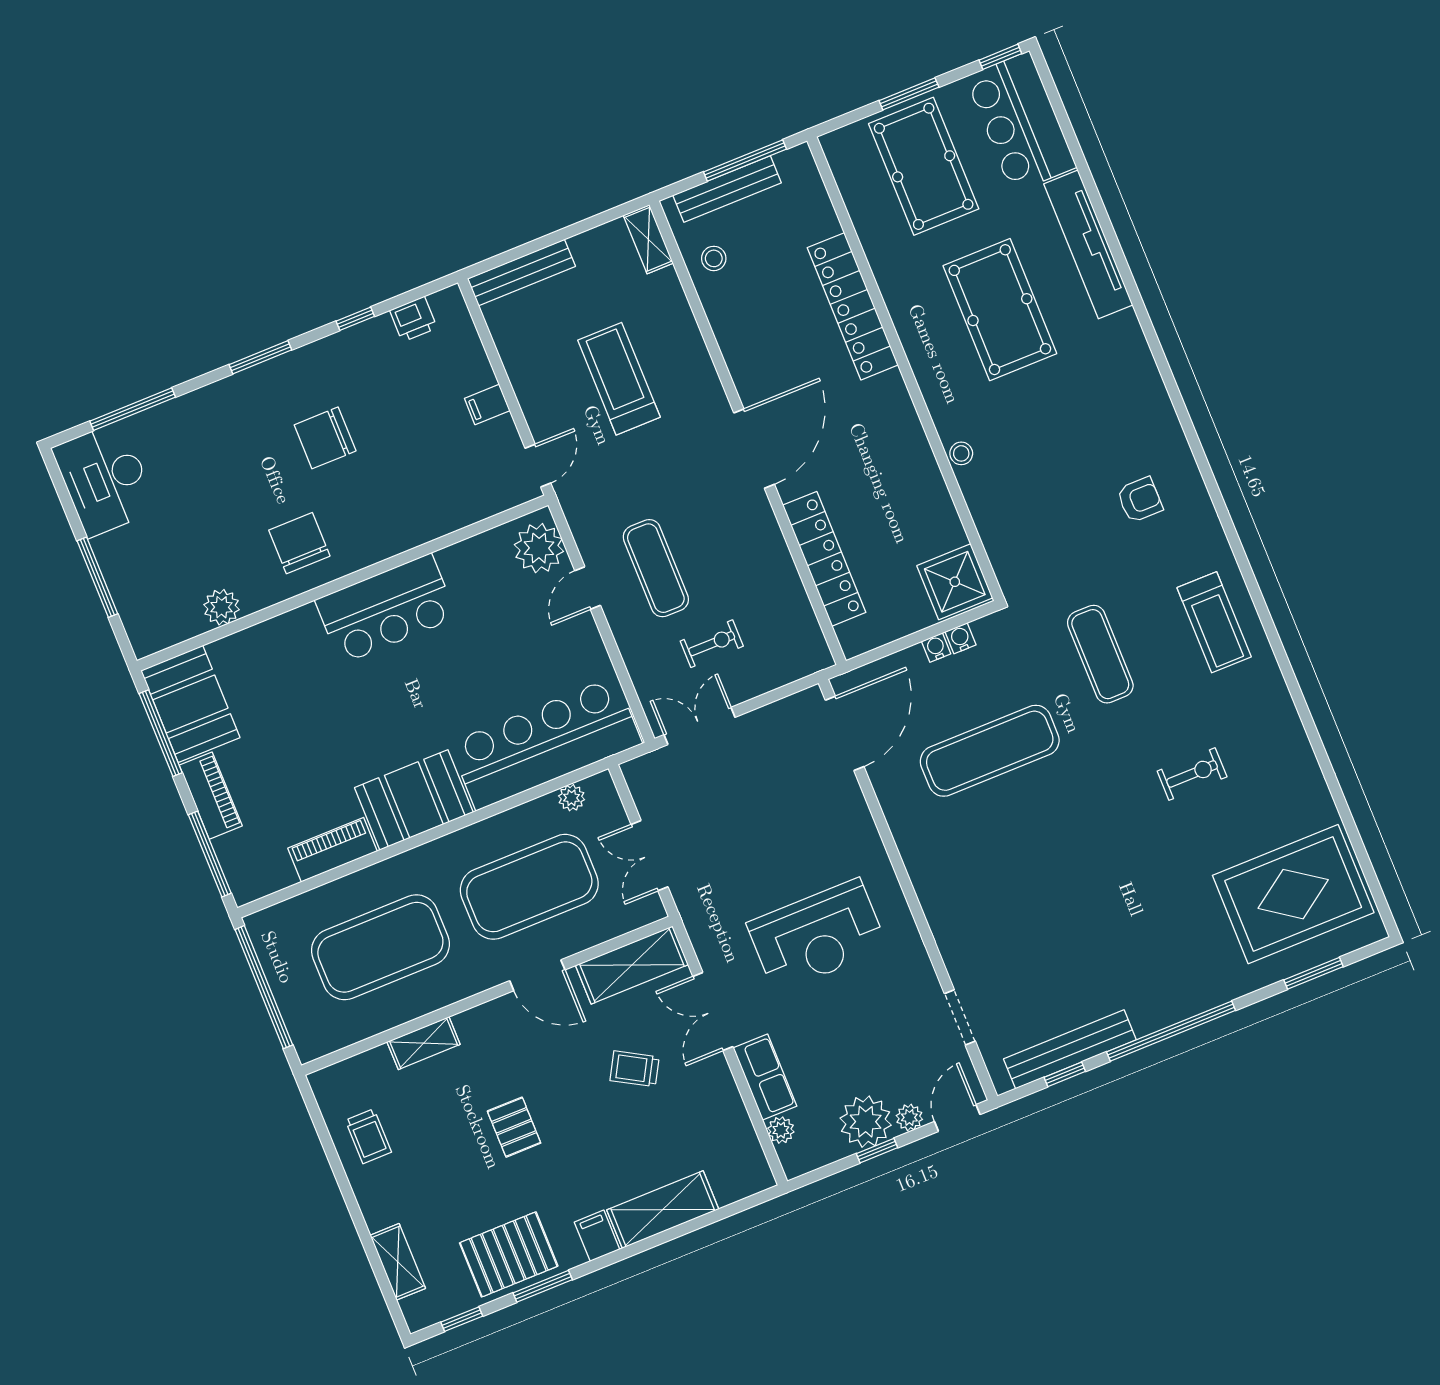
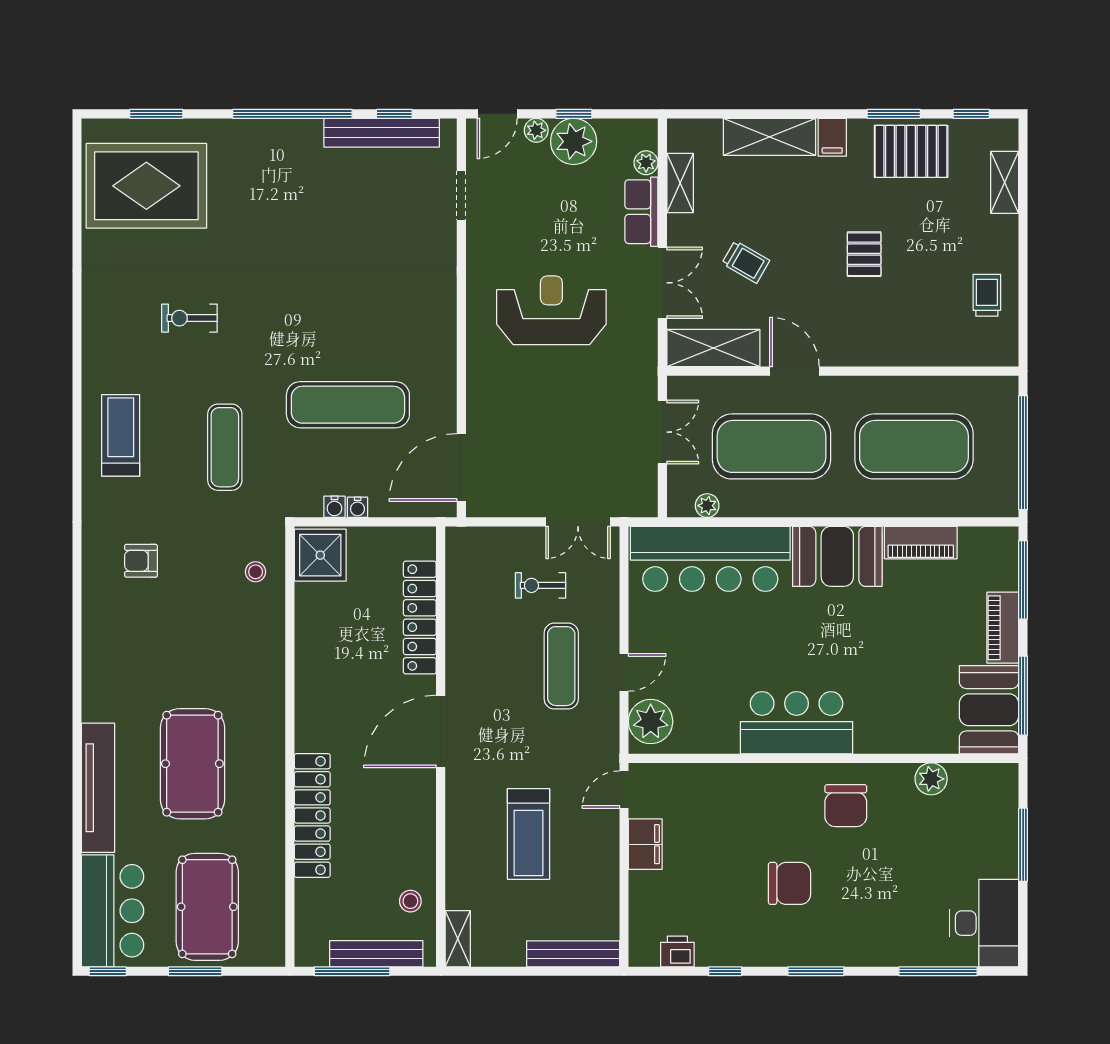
filing cabinet: (487, 404) -> (645, 844), width x2.00
stool: (961, 453) -> (256, 572), moved
shelving: (424, 1043) -> (680, 183), moved, turned 90

